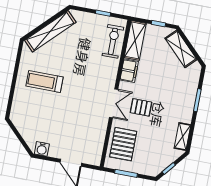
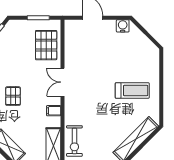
filing cabinet: (129, 71) -> (54, 111), width x0.50
pallet: (141, 107) -> (13, 96), moved, turned 90

